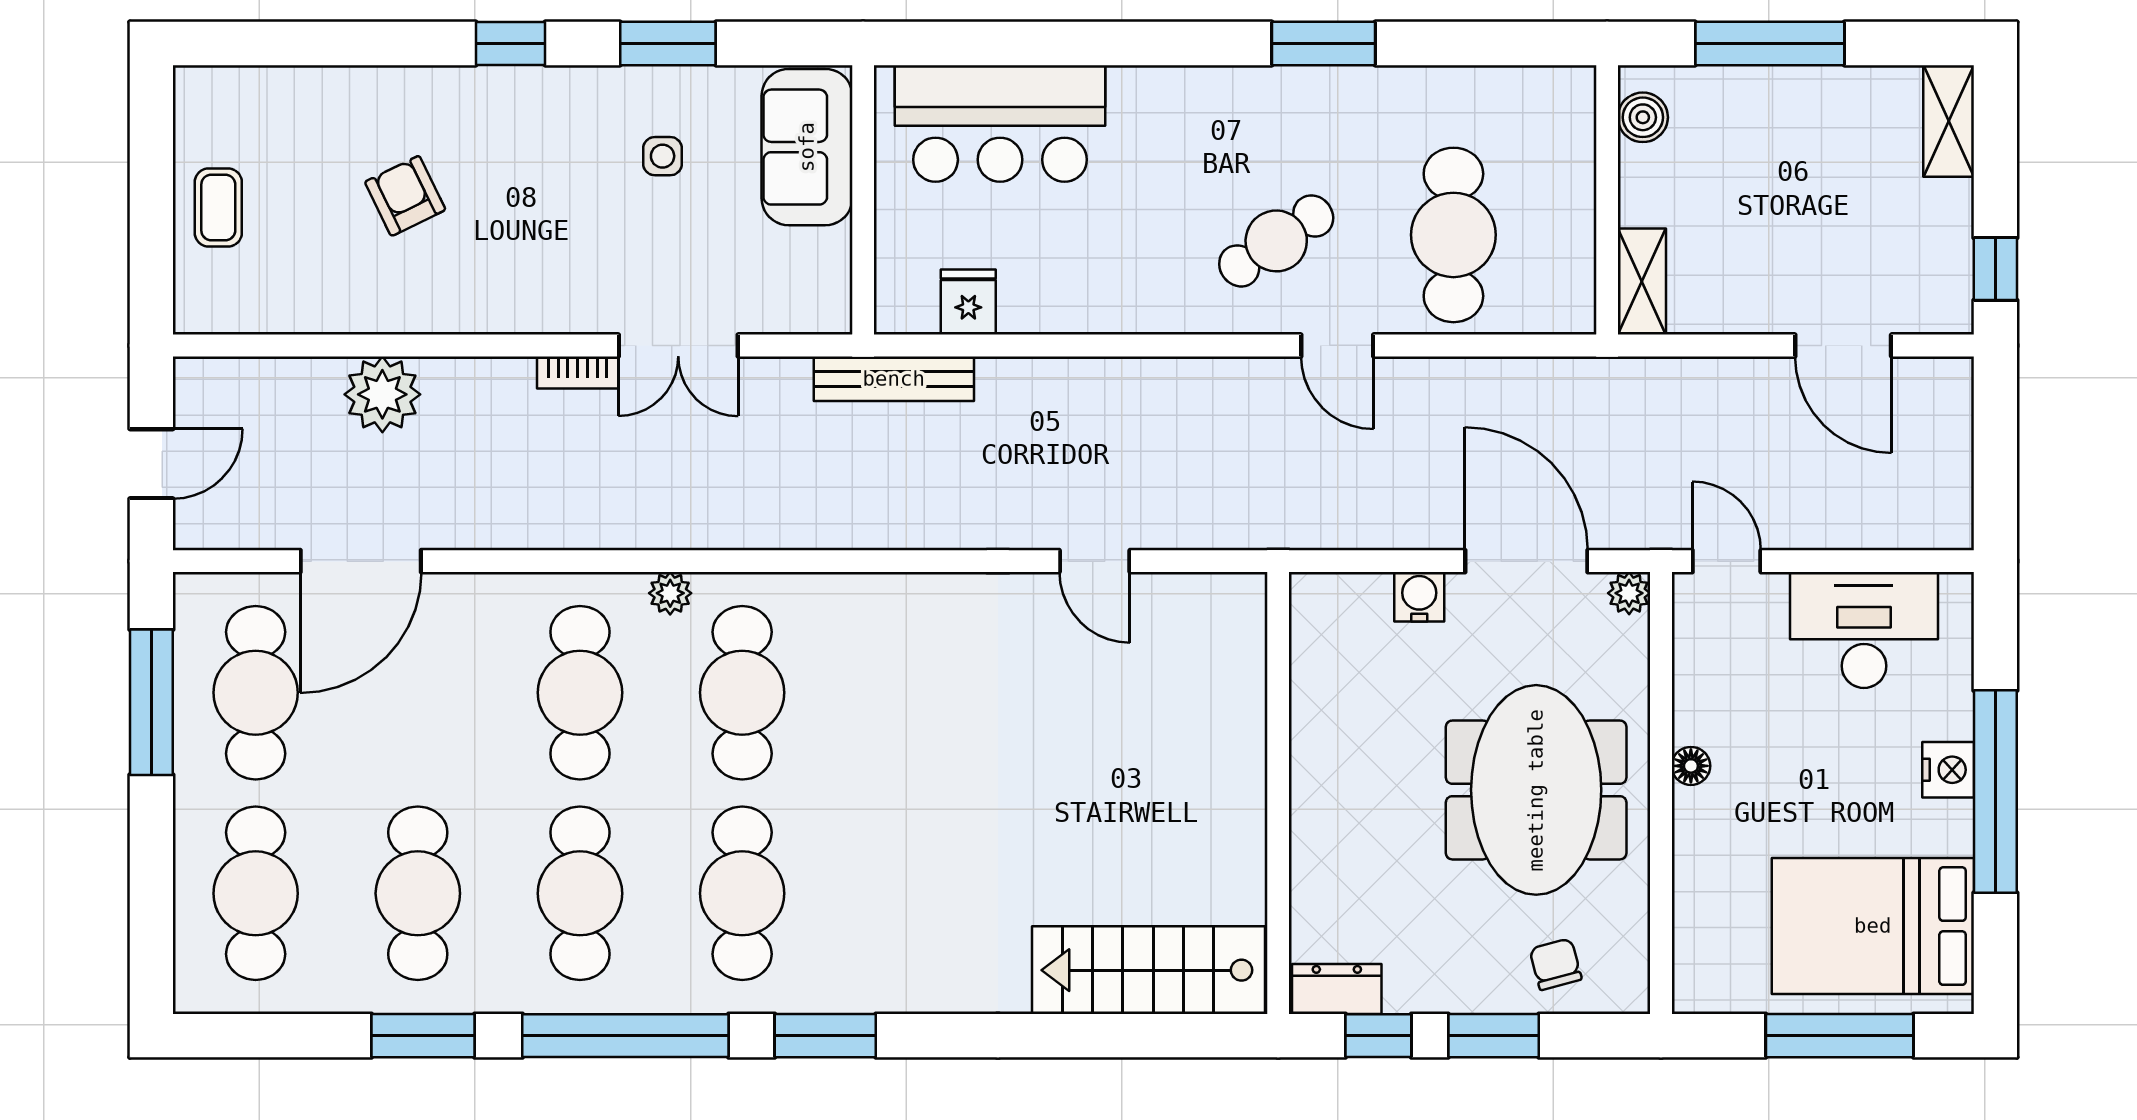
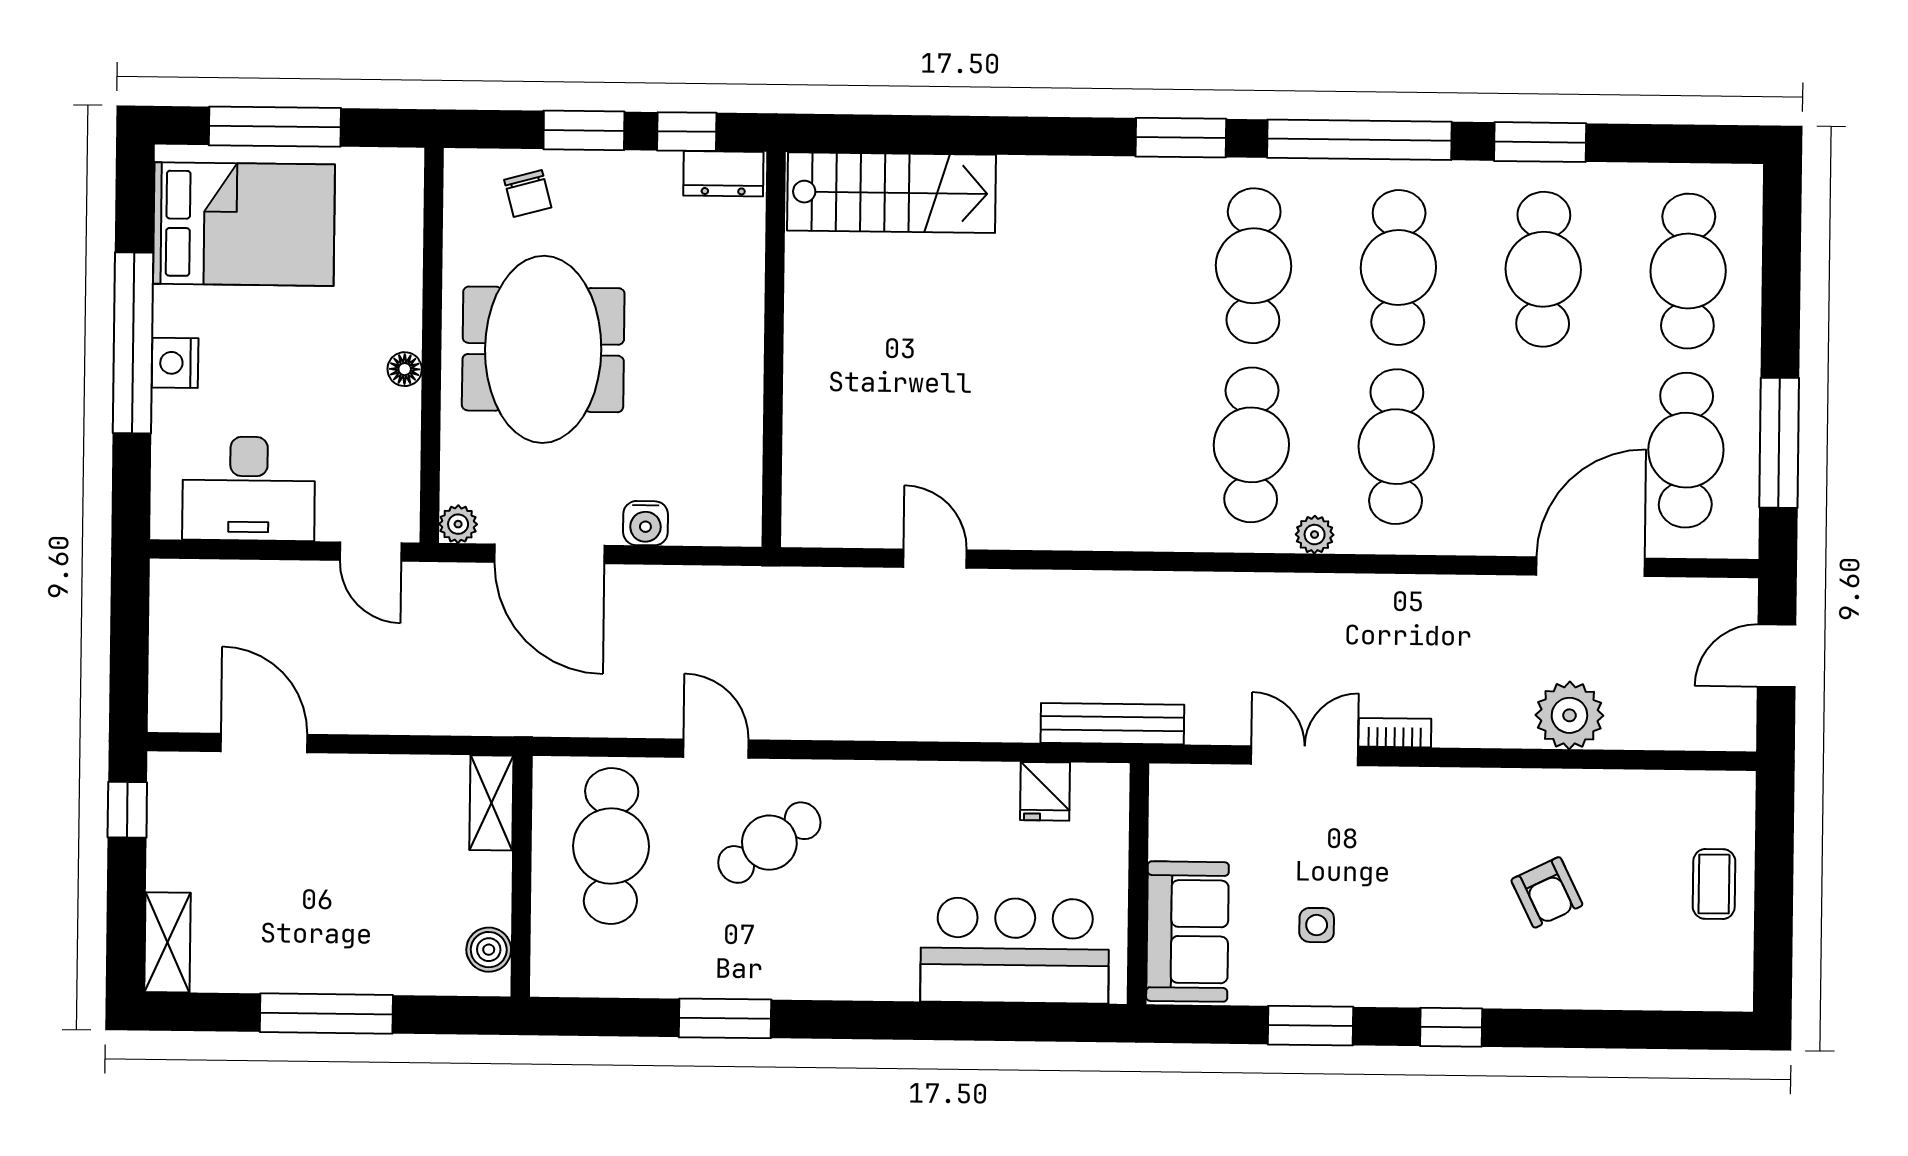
boiler: (1643, 117) -> (489, 950), moved
wall: (1607, 200) -> (522, 876), moved
shelving: (1642, 282) -> (491, 803), moved

